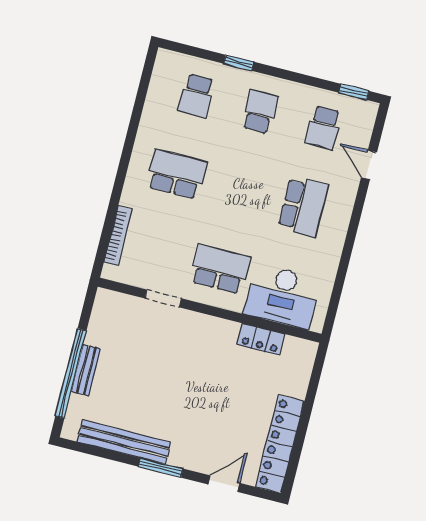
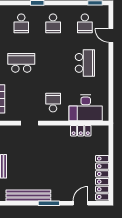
school desk: (260, 112) -> (53, 23), turned 180
school desk: (220, 269) -> (53, 103), width x0.54

